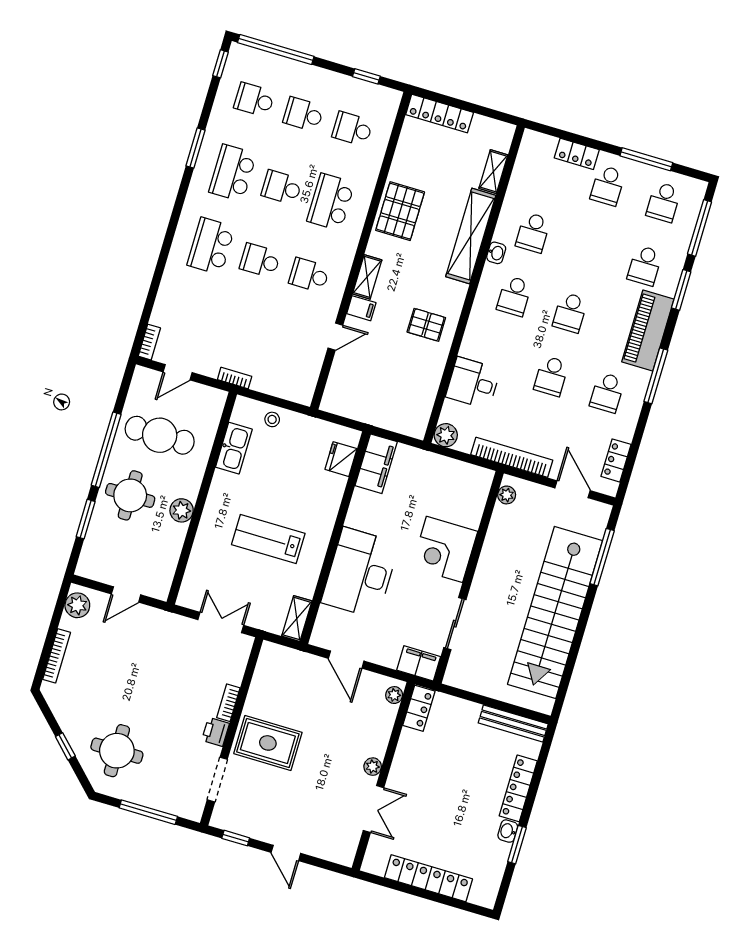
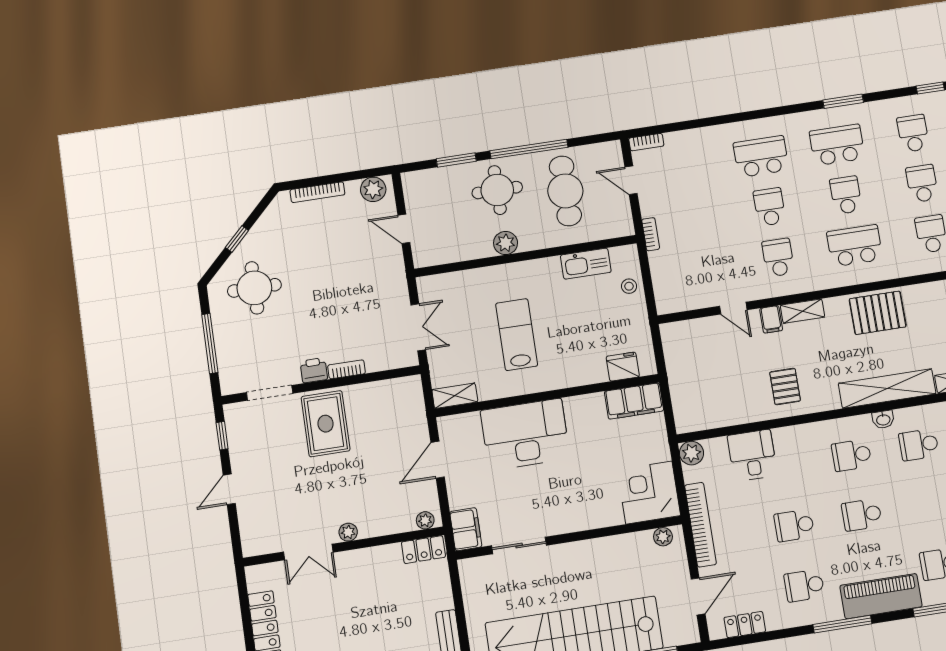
corner desk: (444, 549) -> (649, 493), moved

